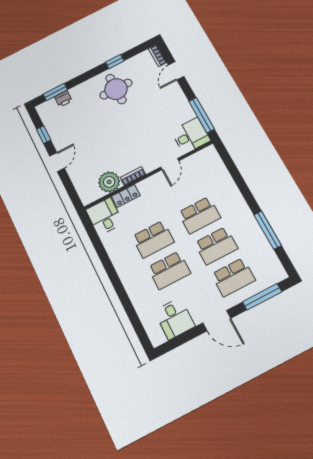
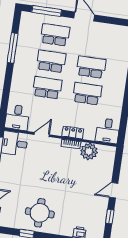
locker: (126, 196) -> (73, 132), moved
desk: (175, 319) -> (17, 117), moved, turned 180

